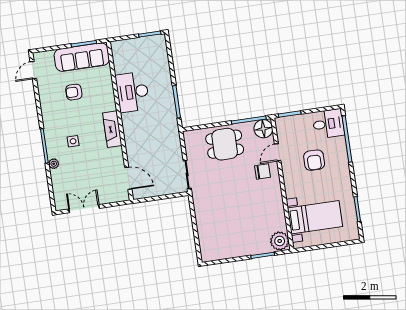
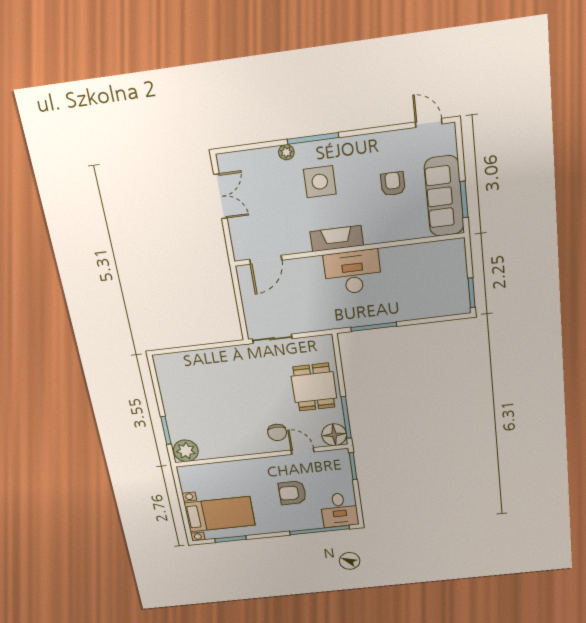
desk: (133, 92) -> (353, 272), moved
side table: (73, 141) -> (320, 182), width x1.87, depth x1.87
bed with nightstands: (315, 217) -> (220, 514), moved, turned -90

